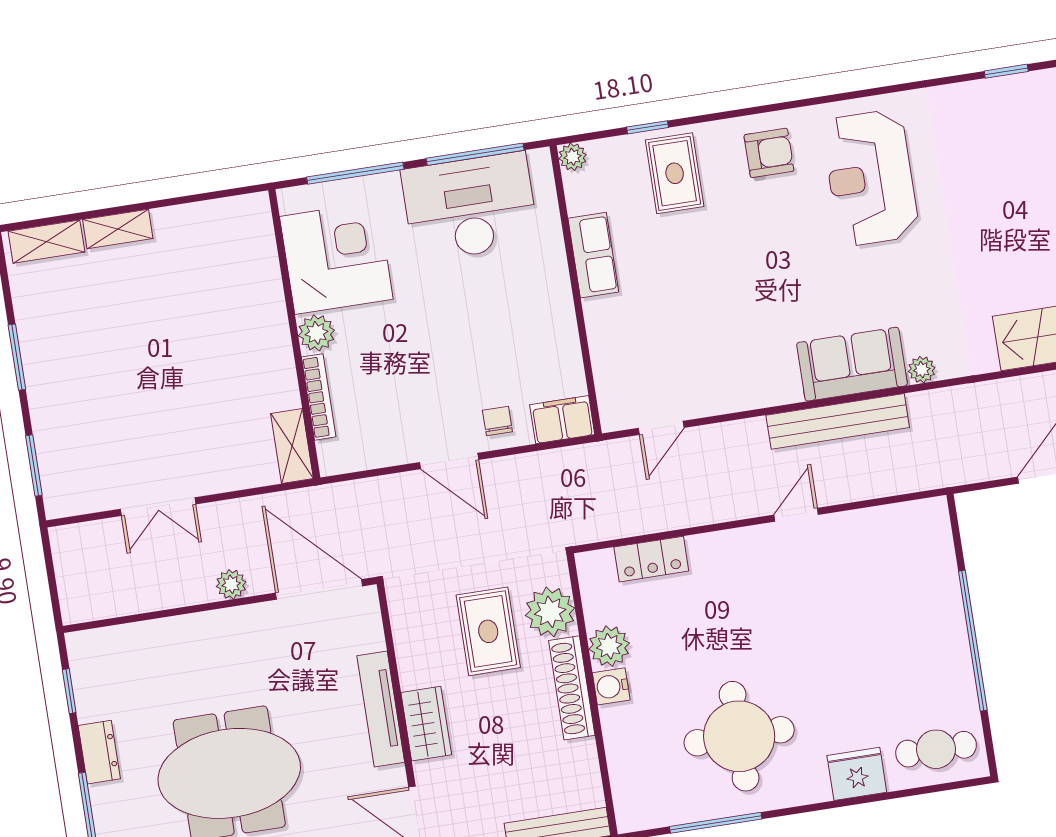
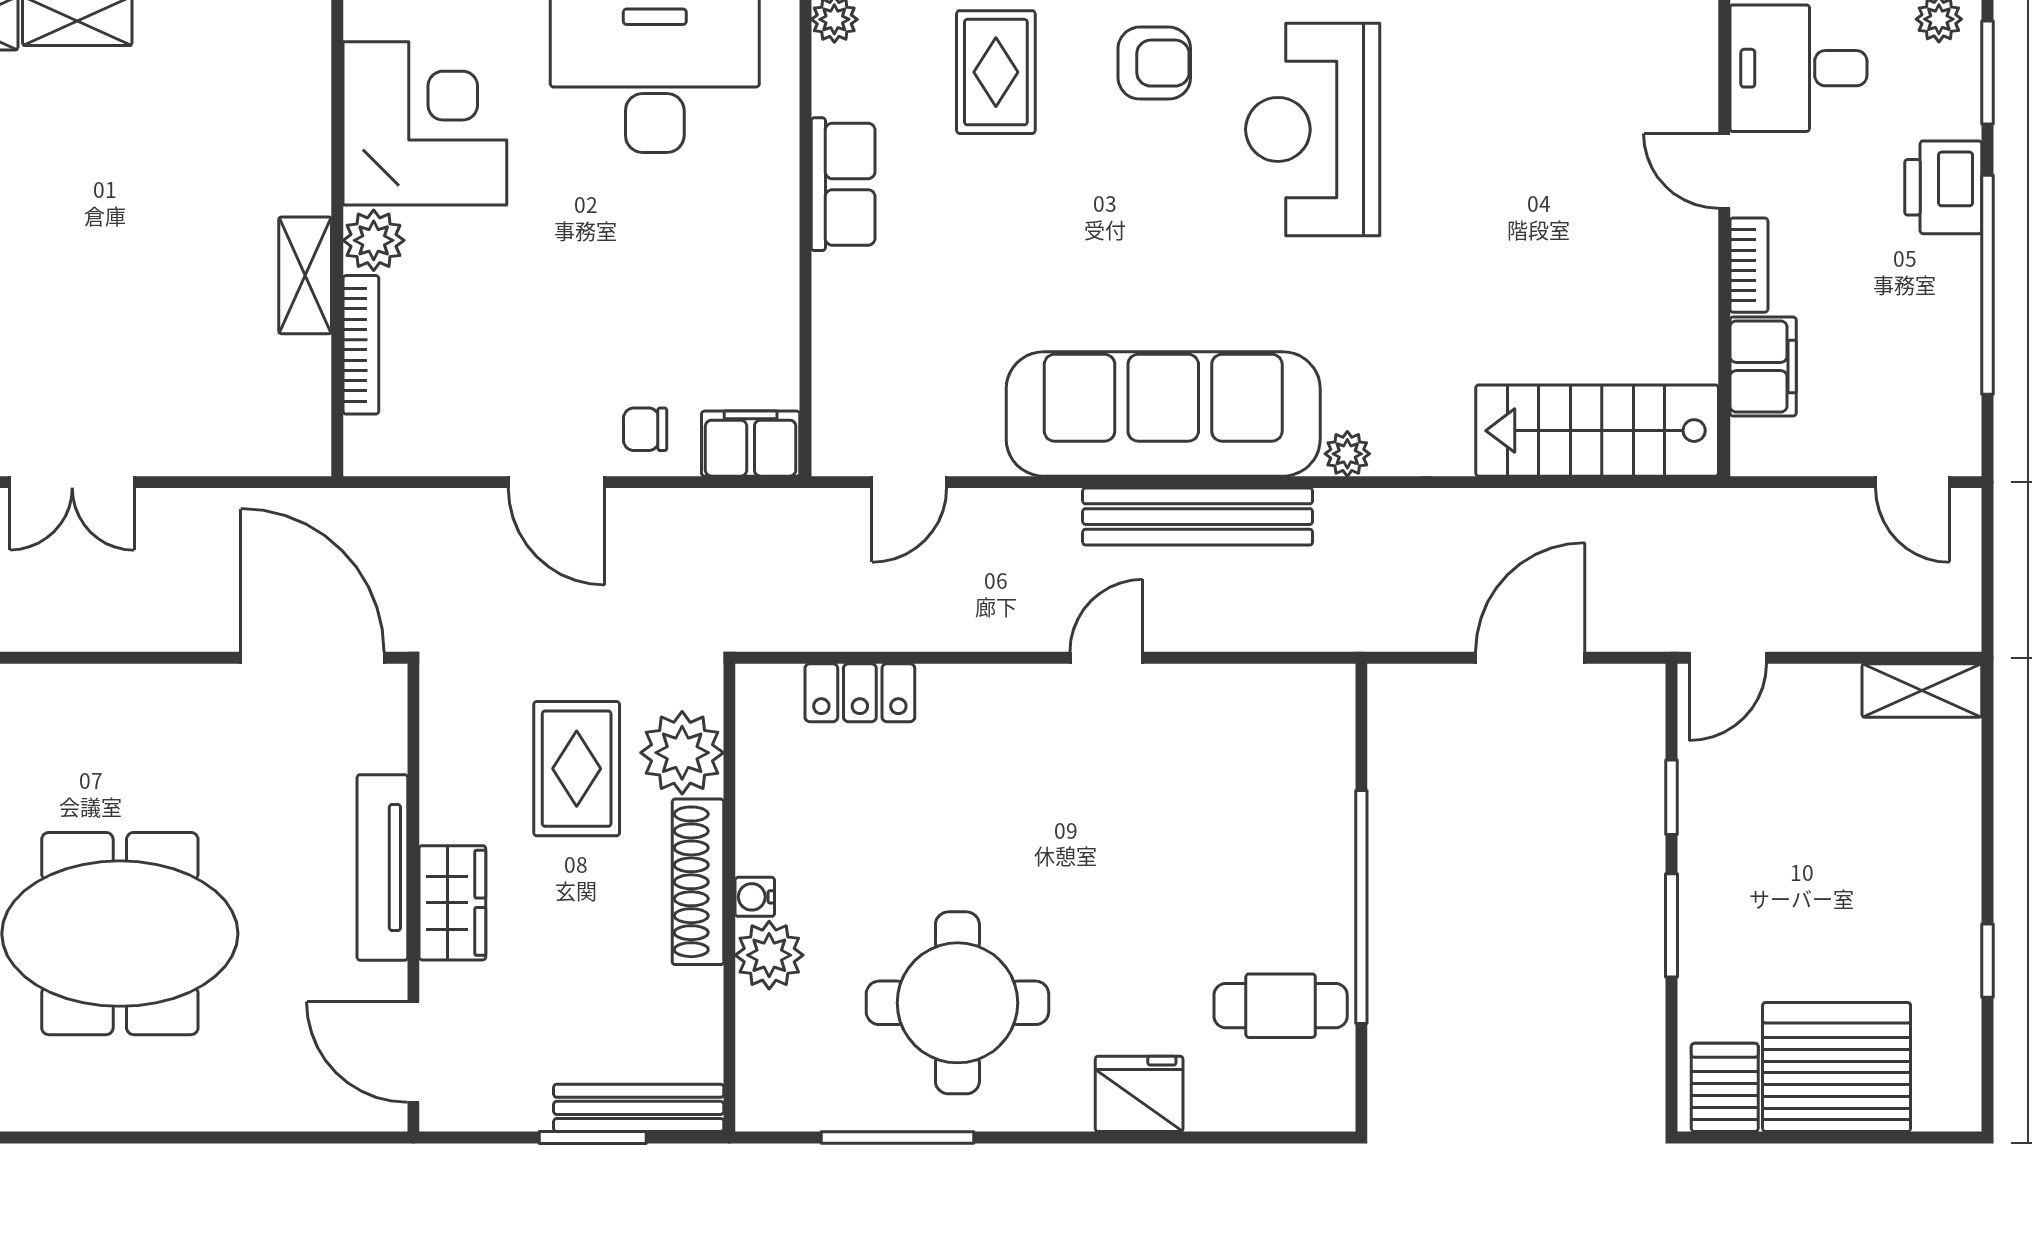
sofa: (852, 364) -> (1163, 414), width x1.85, depth x1.27
chair: (497, 421) -> (645, 429), turned -90
shelving: (292, 446) -> (305, 275), moved
plant: (231, 584) -> (171, 627), removed
plant: (609, 646) -> (769, 955), moved
water cooler: (611, 686) -> (755, 897), width x0.72, depth x0.72
cafe table: (936, 749) -> (1281, 1006), moved

